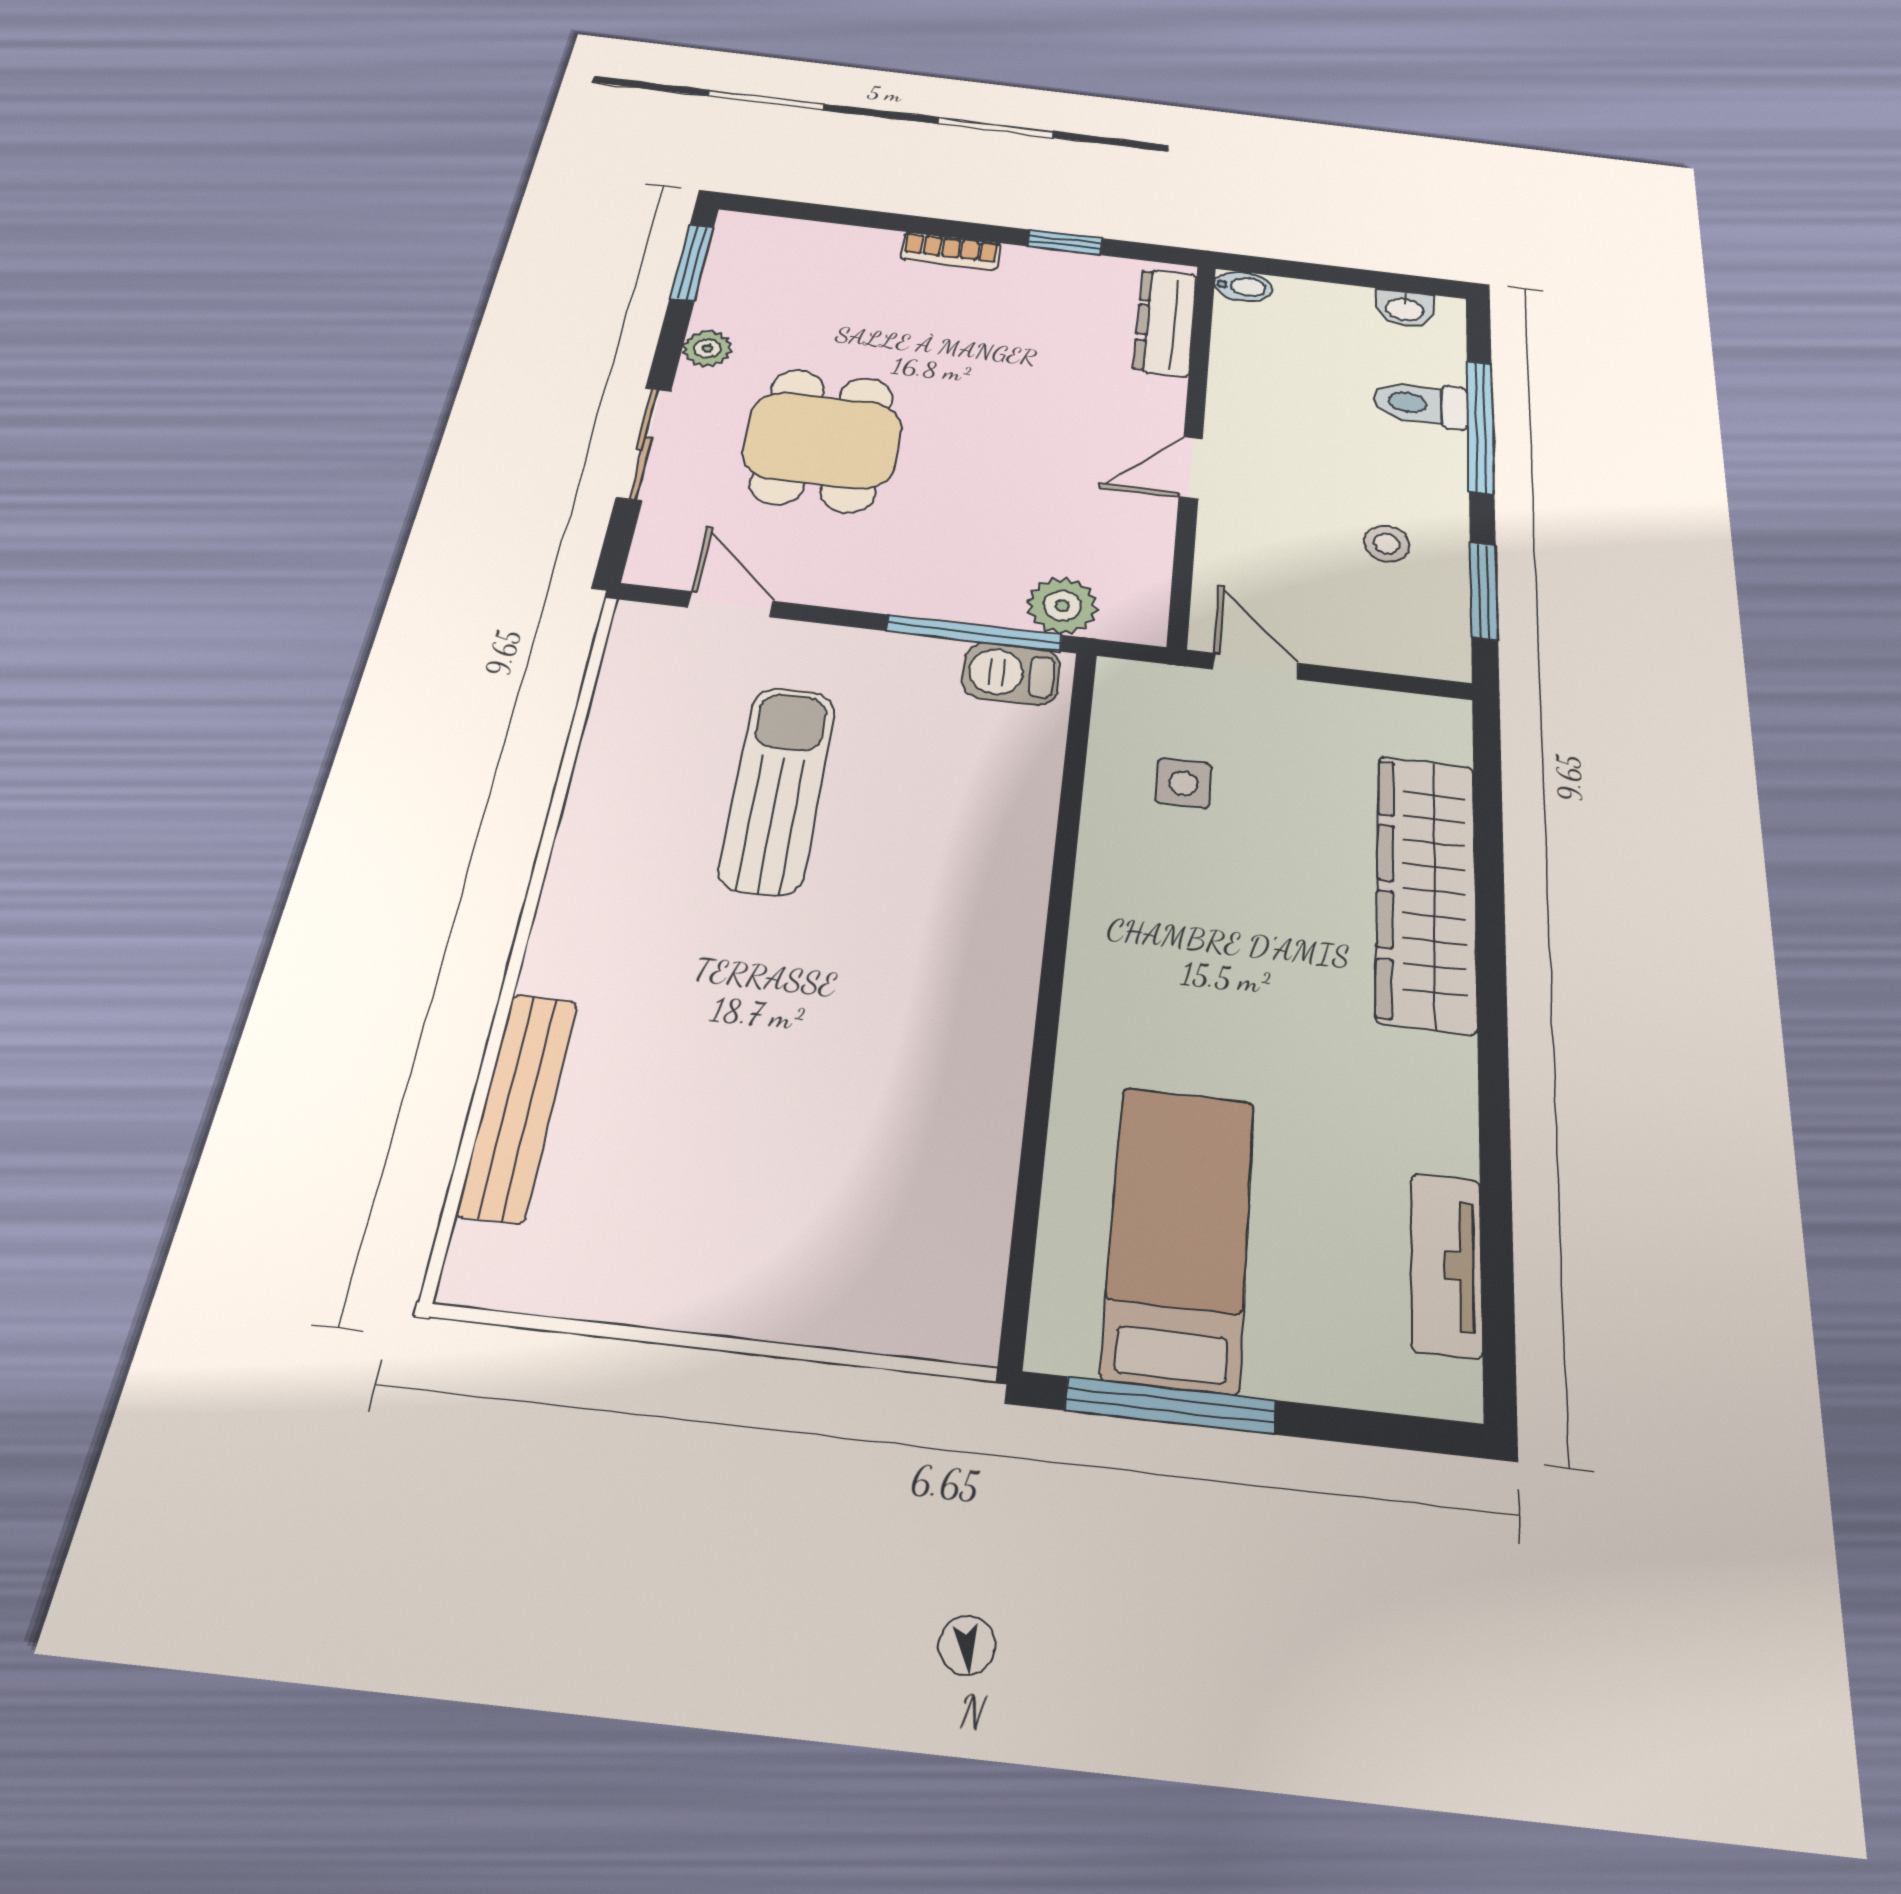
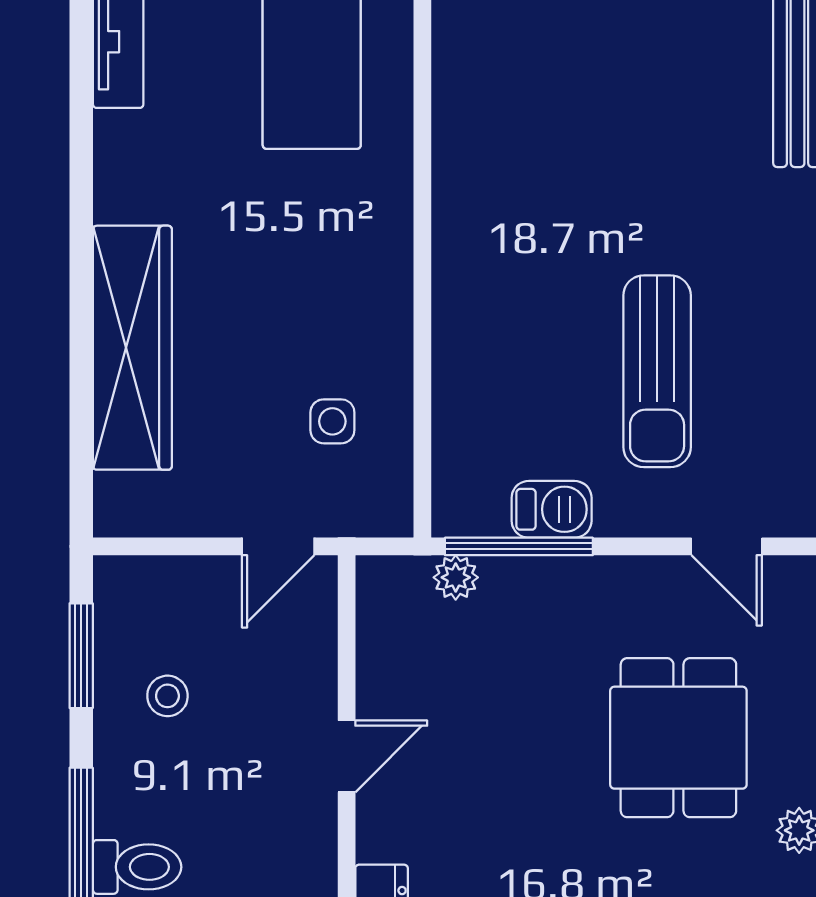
plant: (1062, 606) -> (456, 577), width x0.73, depth x0.73
door: (1256, 666) -> (278, 546), hinge flipped
barbecue: (1011, 674) -> (552, 509), moved

